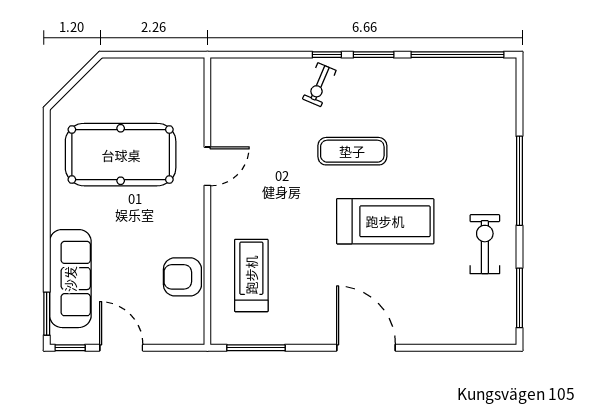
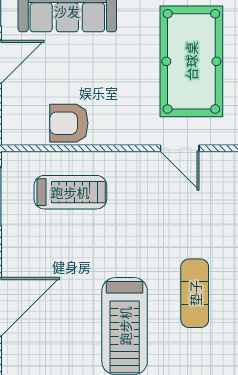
armchair: (182, 277) -> (69, 123), turned -90

